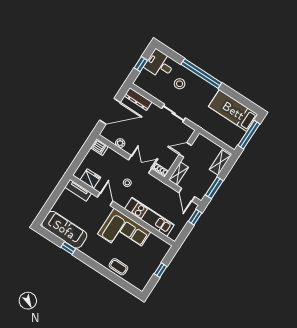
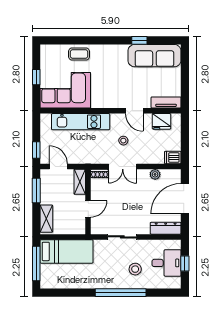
desk: (160, 64) -> (167, 263), moved
bed: (233, 111) -> (67, 251), moved
corner sofa: (124, 233) -> (65, 90), moved

